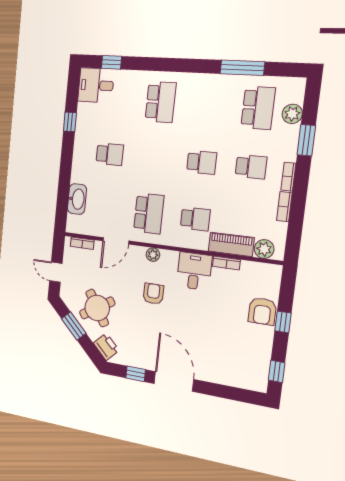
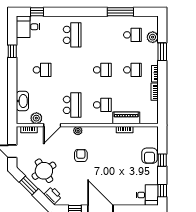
school desk: (258, 108) -> (132, 35), width x0.54
plant: (264, 249) -> (36, 118), moved
desk: (194, 271) -> (147, 195), moved, turned 90

